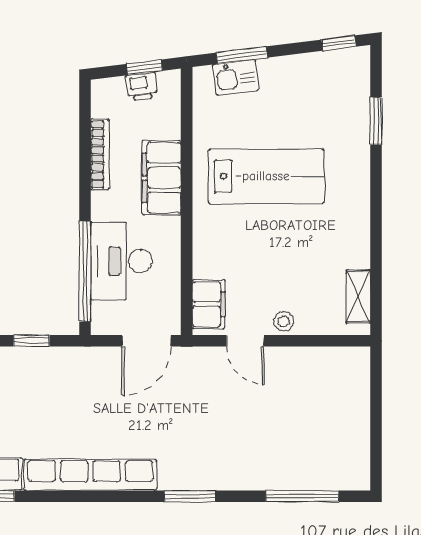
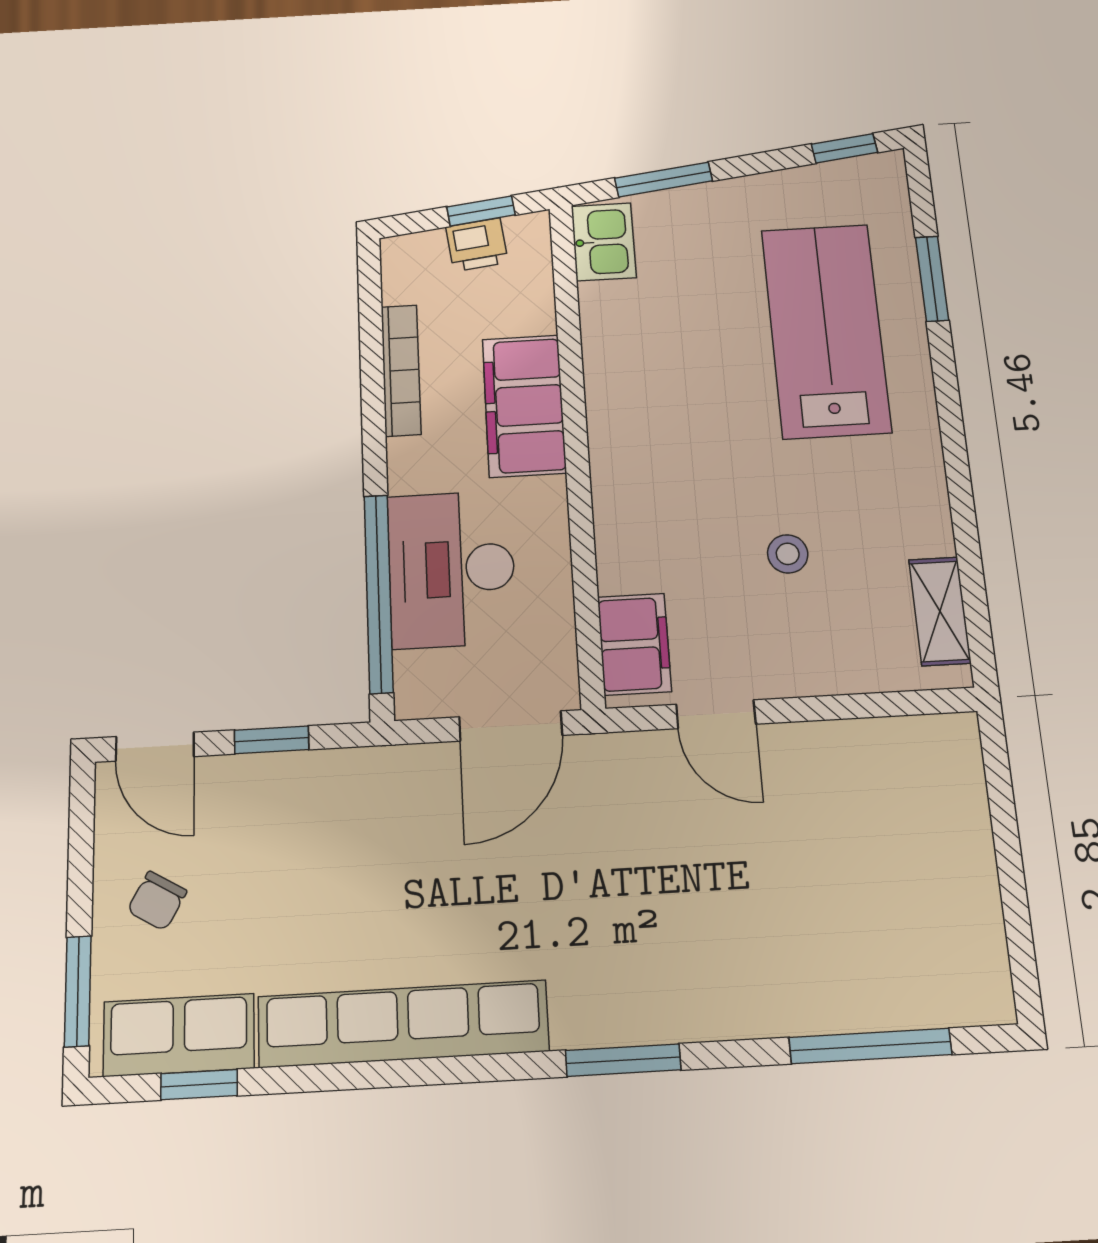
kitchen sink: (236, 77) -> (604, 242), moved, turned -83
lab bench: (266, 176) -> (826, 330), moved, turned -90
stool: (283, 321) -> (788, 554), moved

